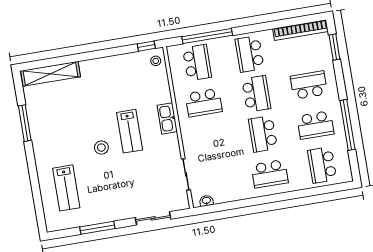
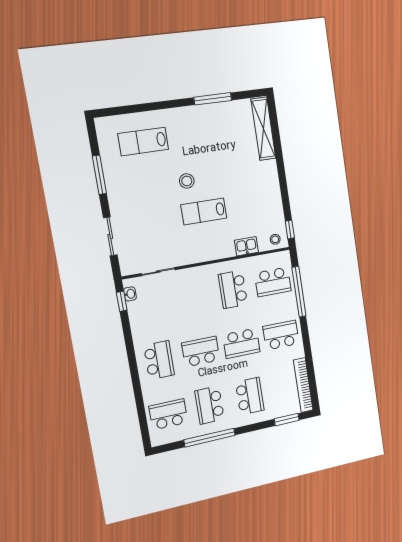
kitchen sink: (167, 118) -> (246, 246), moved, width x0.73
school desk: (270, 174) -> (159, 360), turned 180
window: (213, 208) -> (122, 301), added

